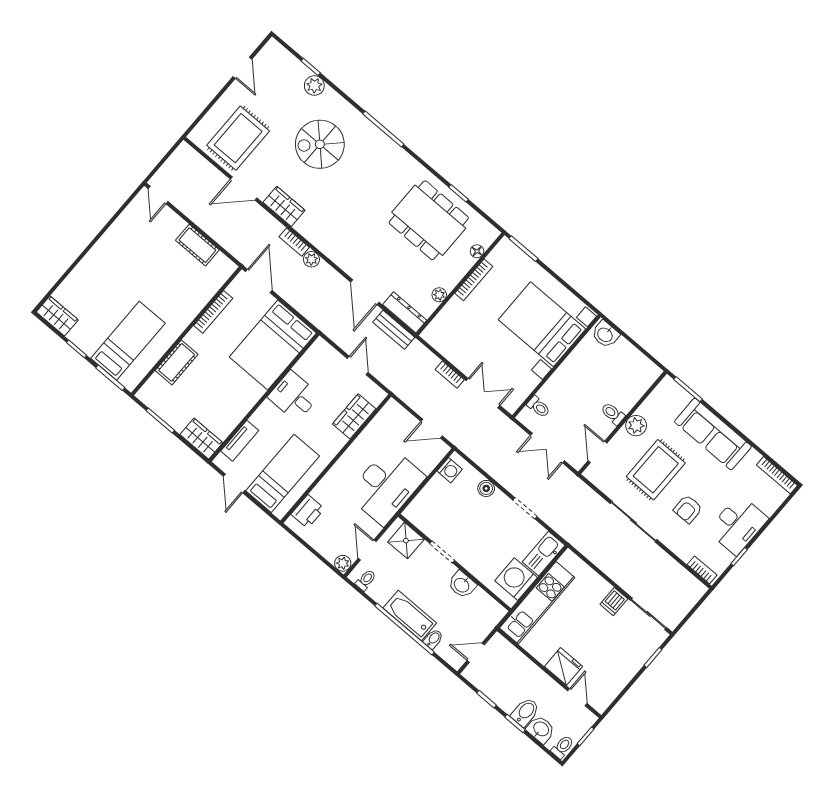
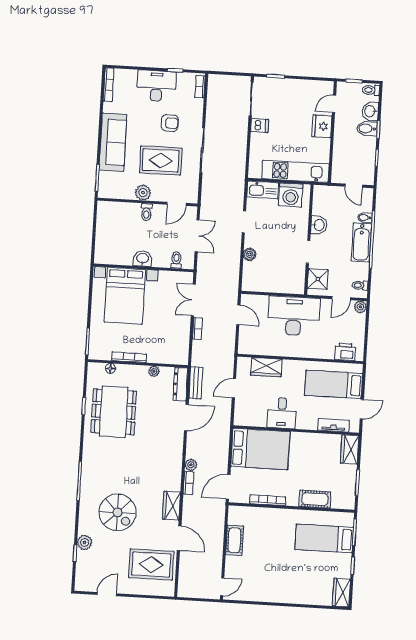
washbasin: (605, 334) -> (143, 259), moved, turned -90
washing machine: (450, 470) -> (255, 285), removed

